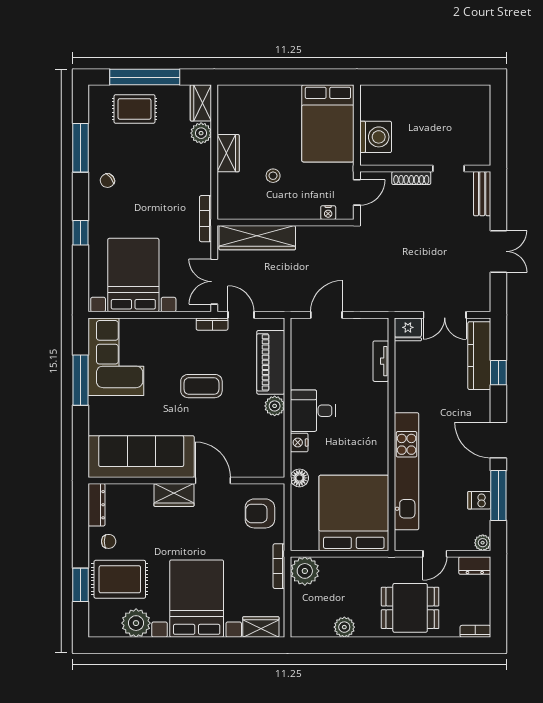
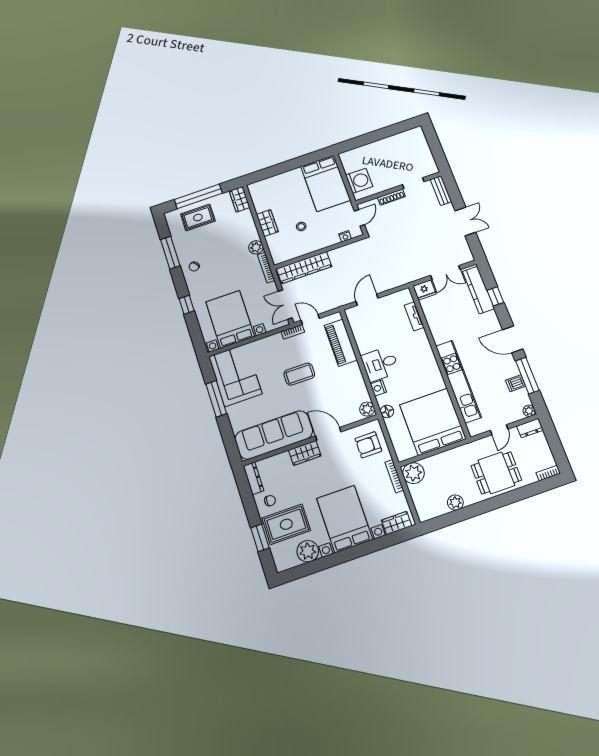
plant: (201, 133) -> (256, 247), moved
plant: (275, 406) -> (367, 409), moved

